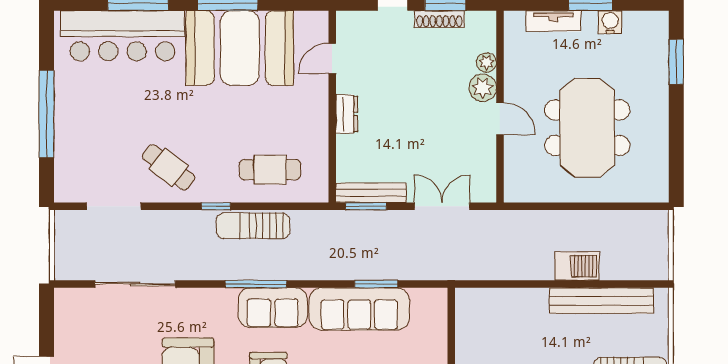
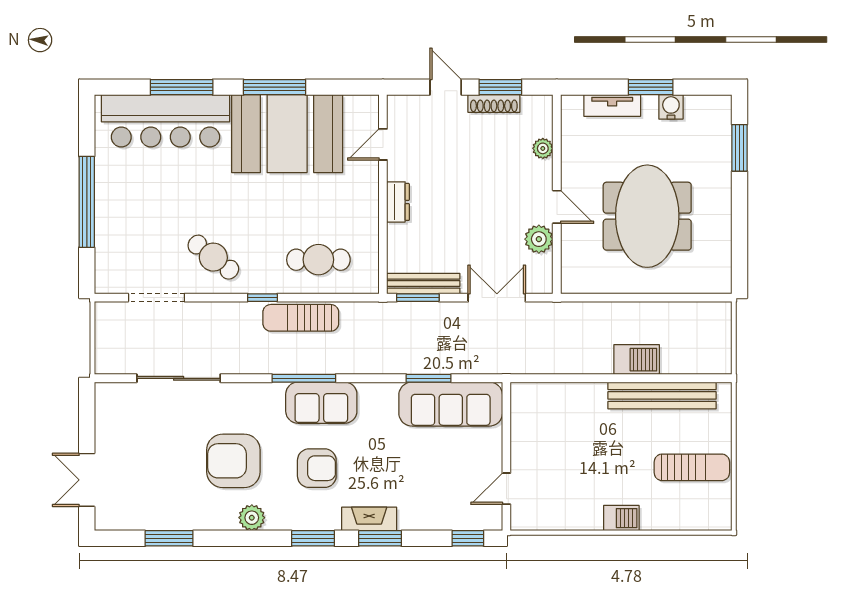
plant: (483, 88) -> (539, 239), moved
sofa: (359, 309) -> (451, 404), moved

